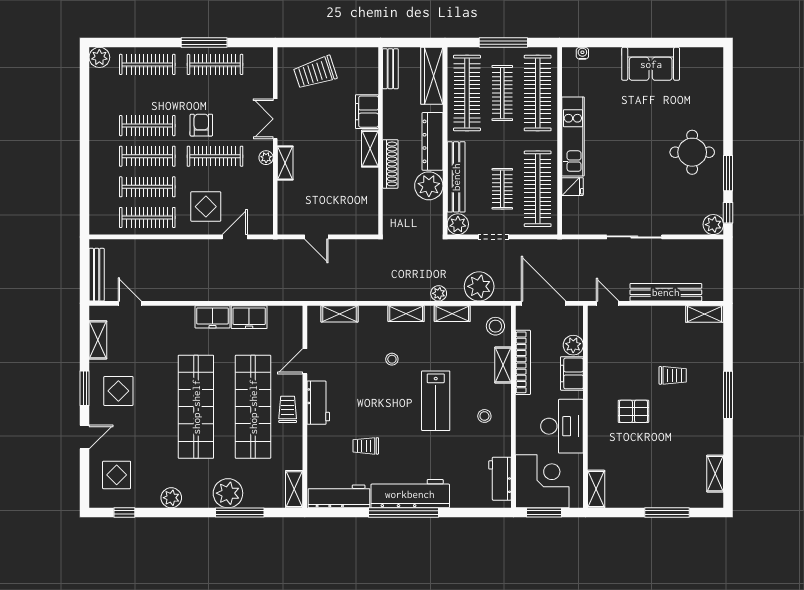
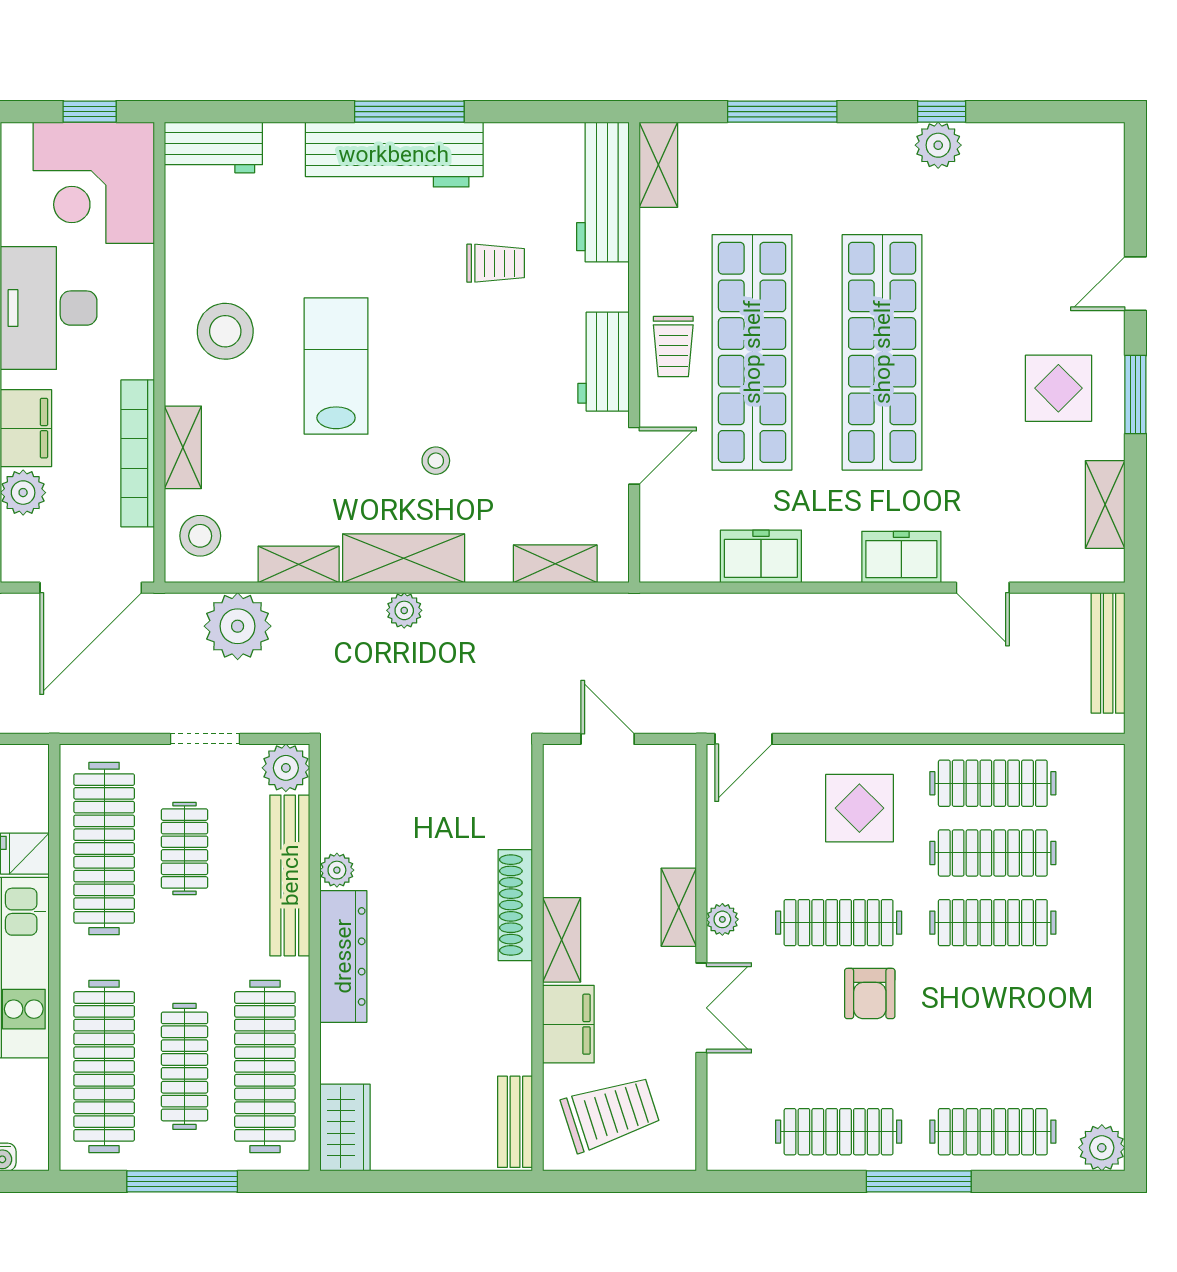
window: (204, 43) -> (919, 1181), moved
bench: (390, 69) -> (515, 1122), moved
wardrobe: (432, 76) -> (345, 1128), width x0.67
filing cabinet: (367, 112) -> (568, 1024), moved
clothes rail: (147, 126) -> (993, 992), removed
wall: (380, 141) -> (537, 957), moved
shelving: (370, 149) -> (562, 940), moved
shoe rack: (390, 164) -> (515, 905), moved
plant: (429, 186) -> (337, 870), width x0.53, depth x0.53
door: (235, 237) -> (744, 739), moved
plant: (439, 293) -> (404, 610), moved
door: (130, 303) -> (983, 588), moved
door: (544, 303) -> (91, 588), hinge flipped
shelving: (406, 314) -> (404, 558), width x1.50, depth x1.33
freezer: (213, 317) -> (901, 557), moved
stool: (484, 416) -> (225, 331), width x1.89, depth x1.89
display table: (117, 475) -> (1063, 197), removed
workbench: (500, 479) -> (213, 147), moved, turned 90
plant: (228, 493) -> (809, 155), removed
workbench: (339, 496) -> (603, 192), moved, turned 90
window: (124, 513) -> (942, 112), moved
window: (404, 513) -> (409, 112), width x0.68
window: (544, 513) -> (90, 112), width x0.67

